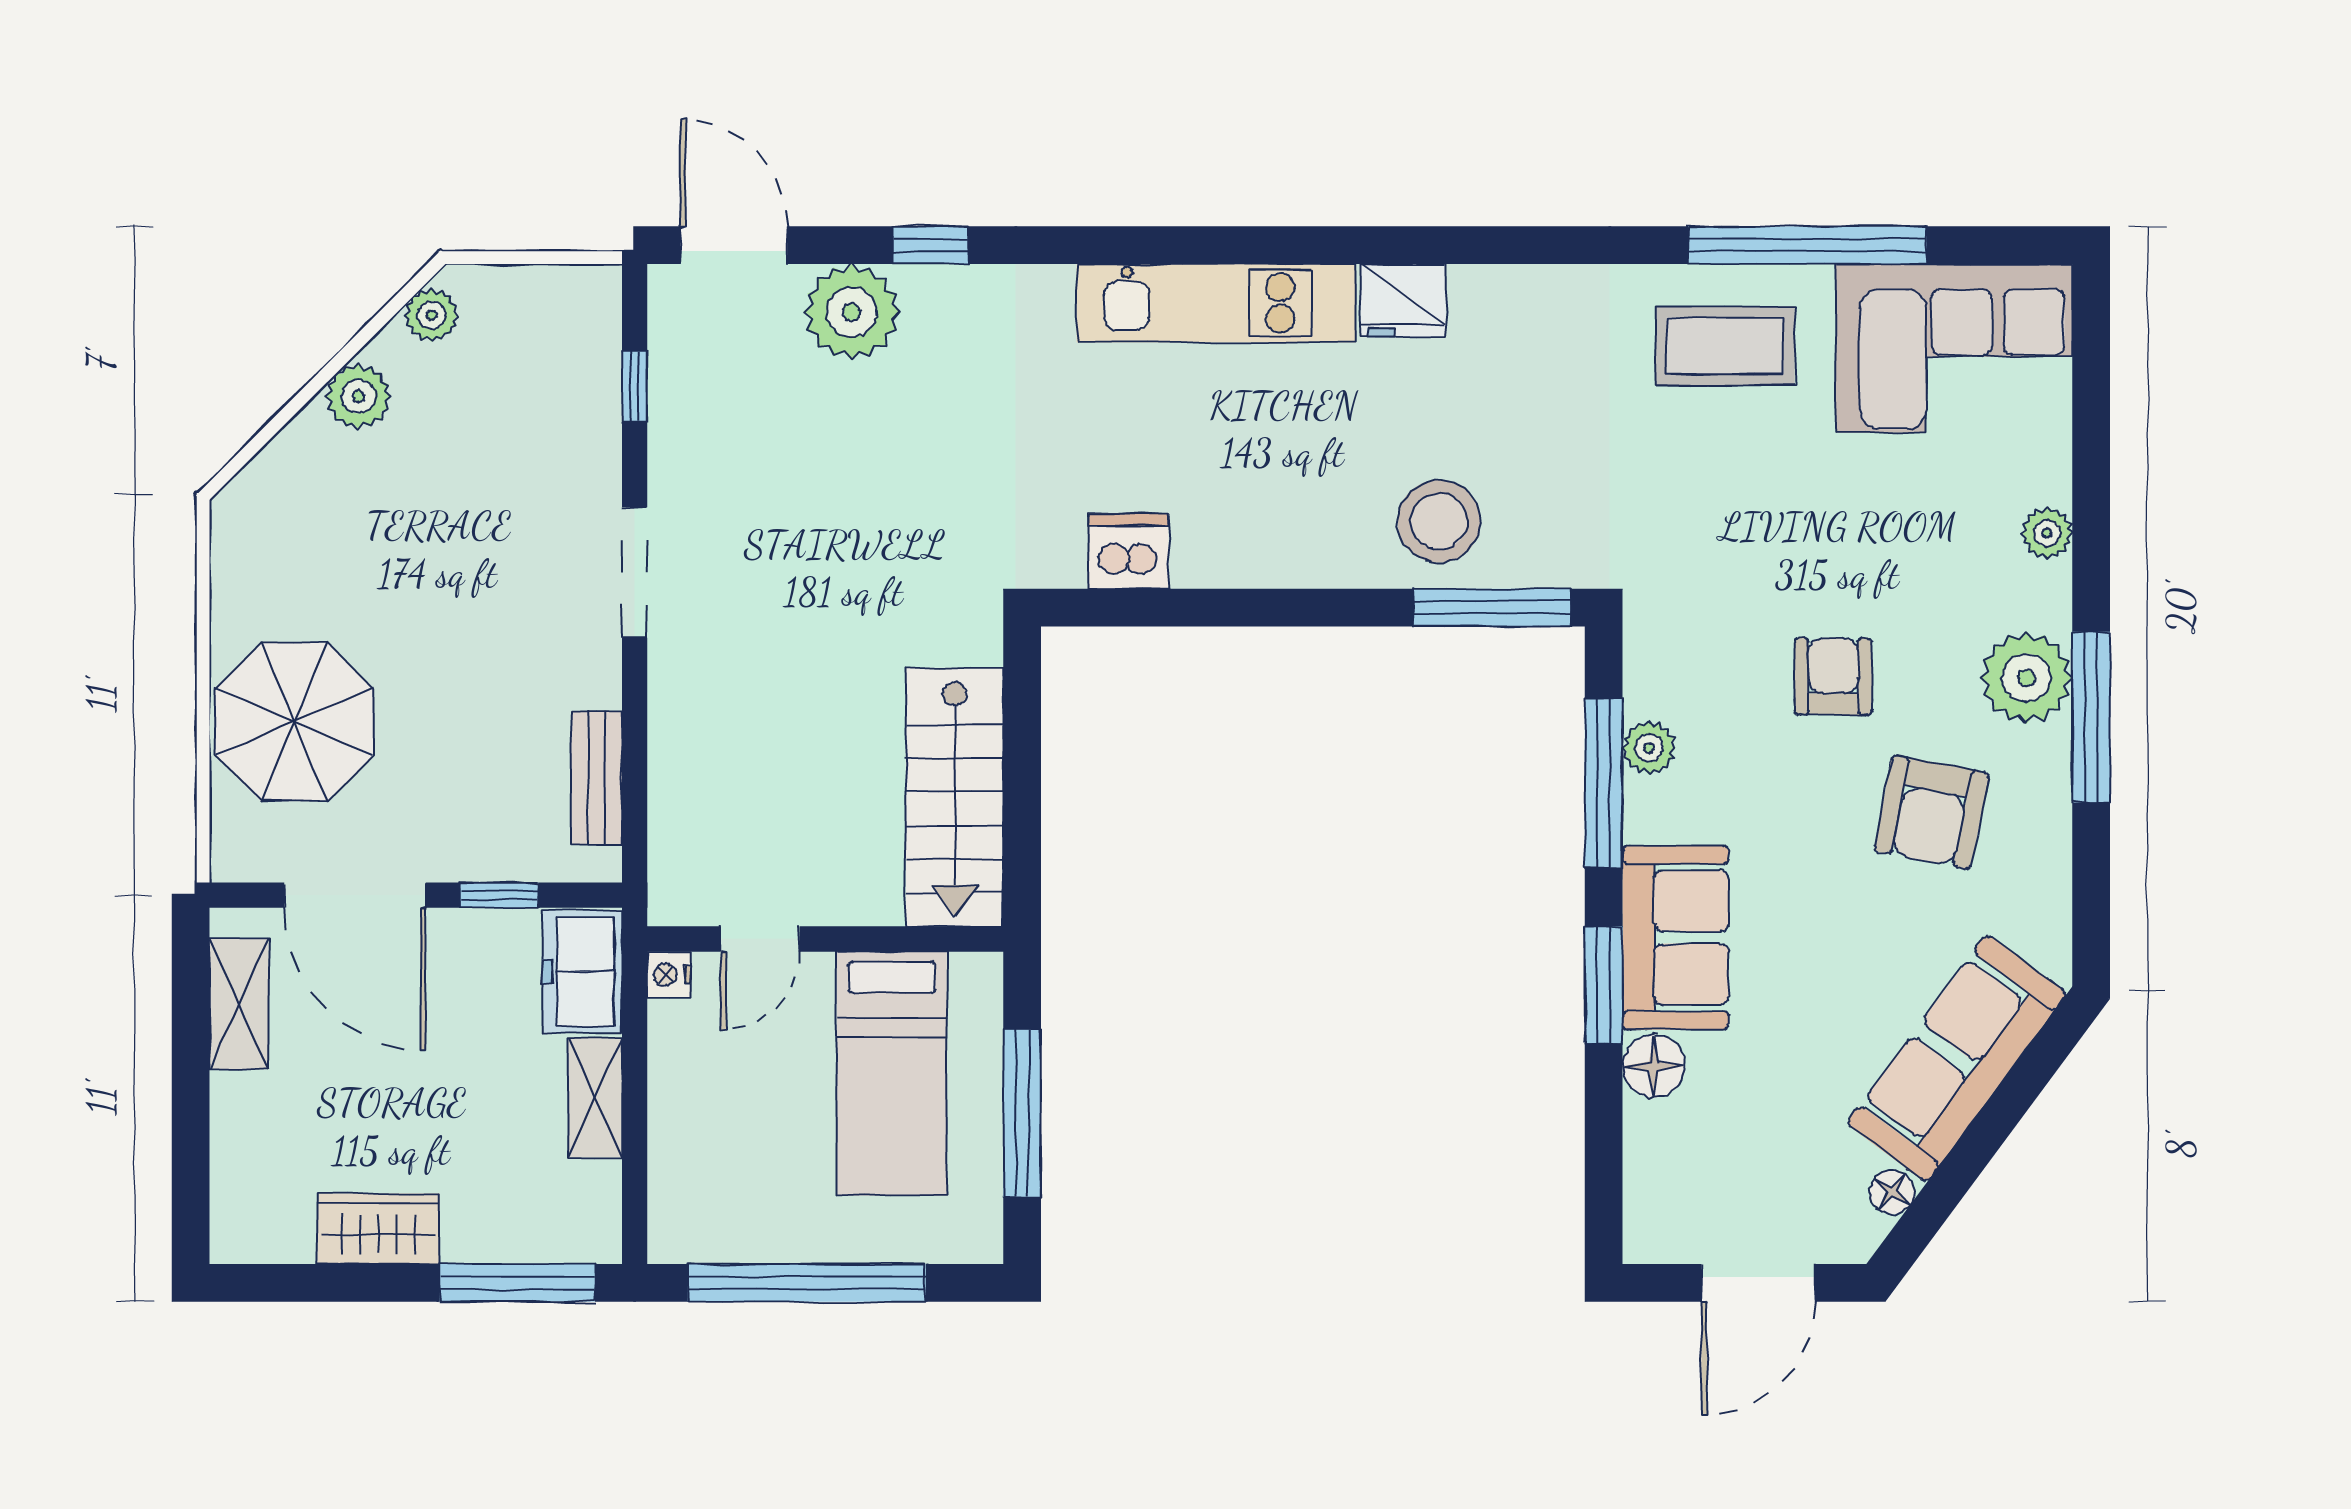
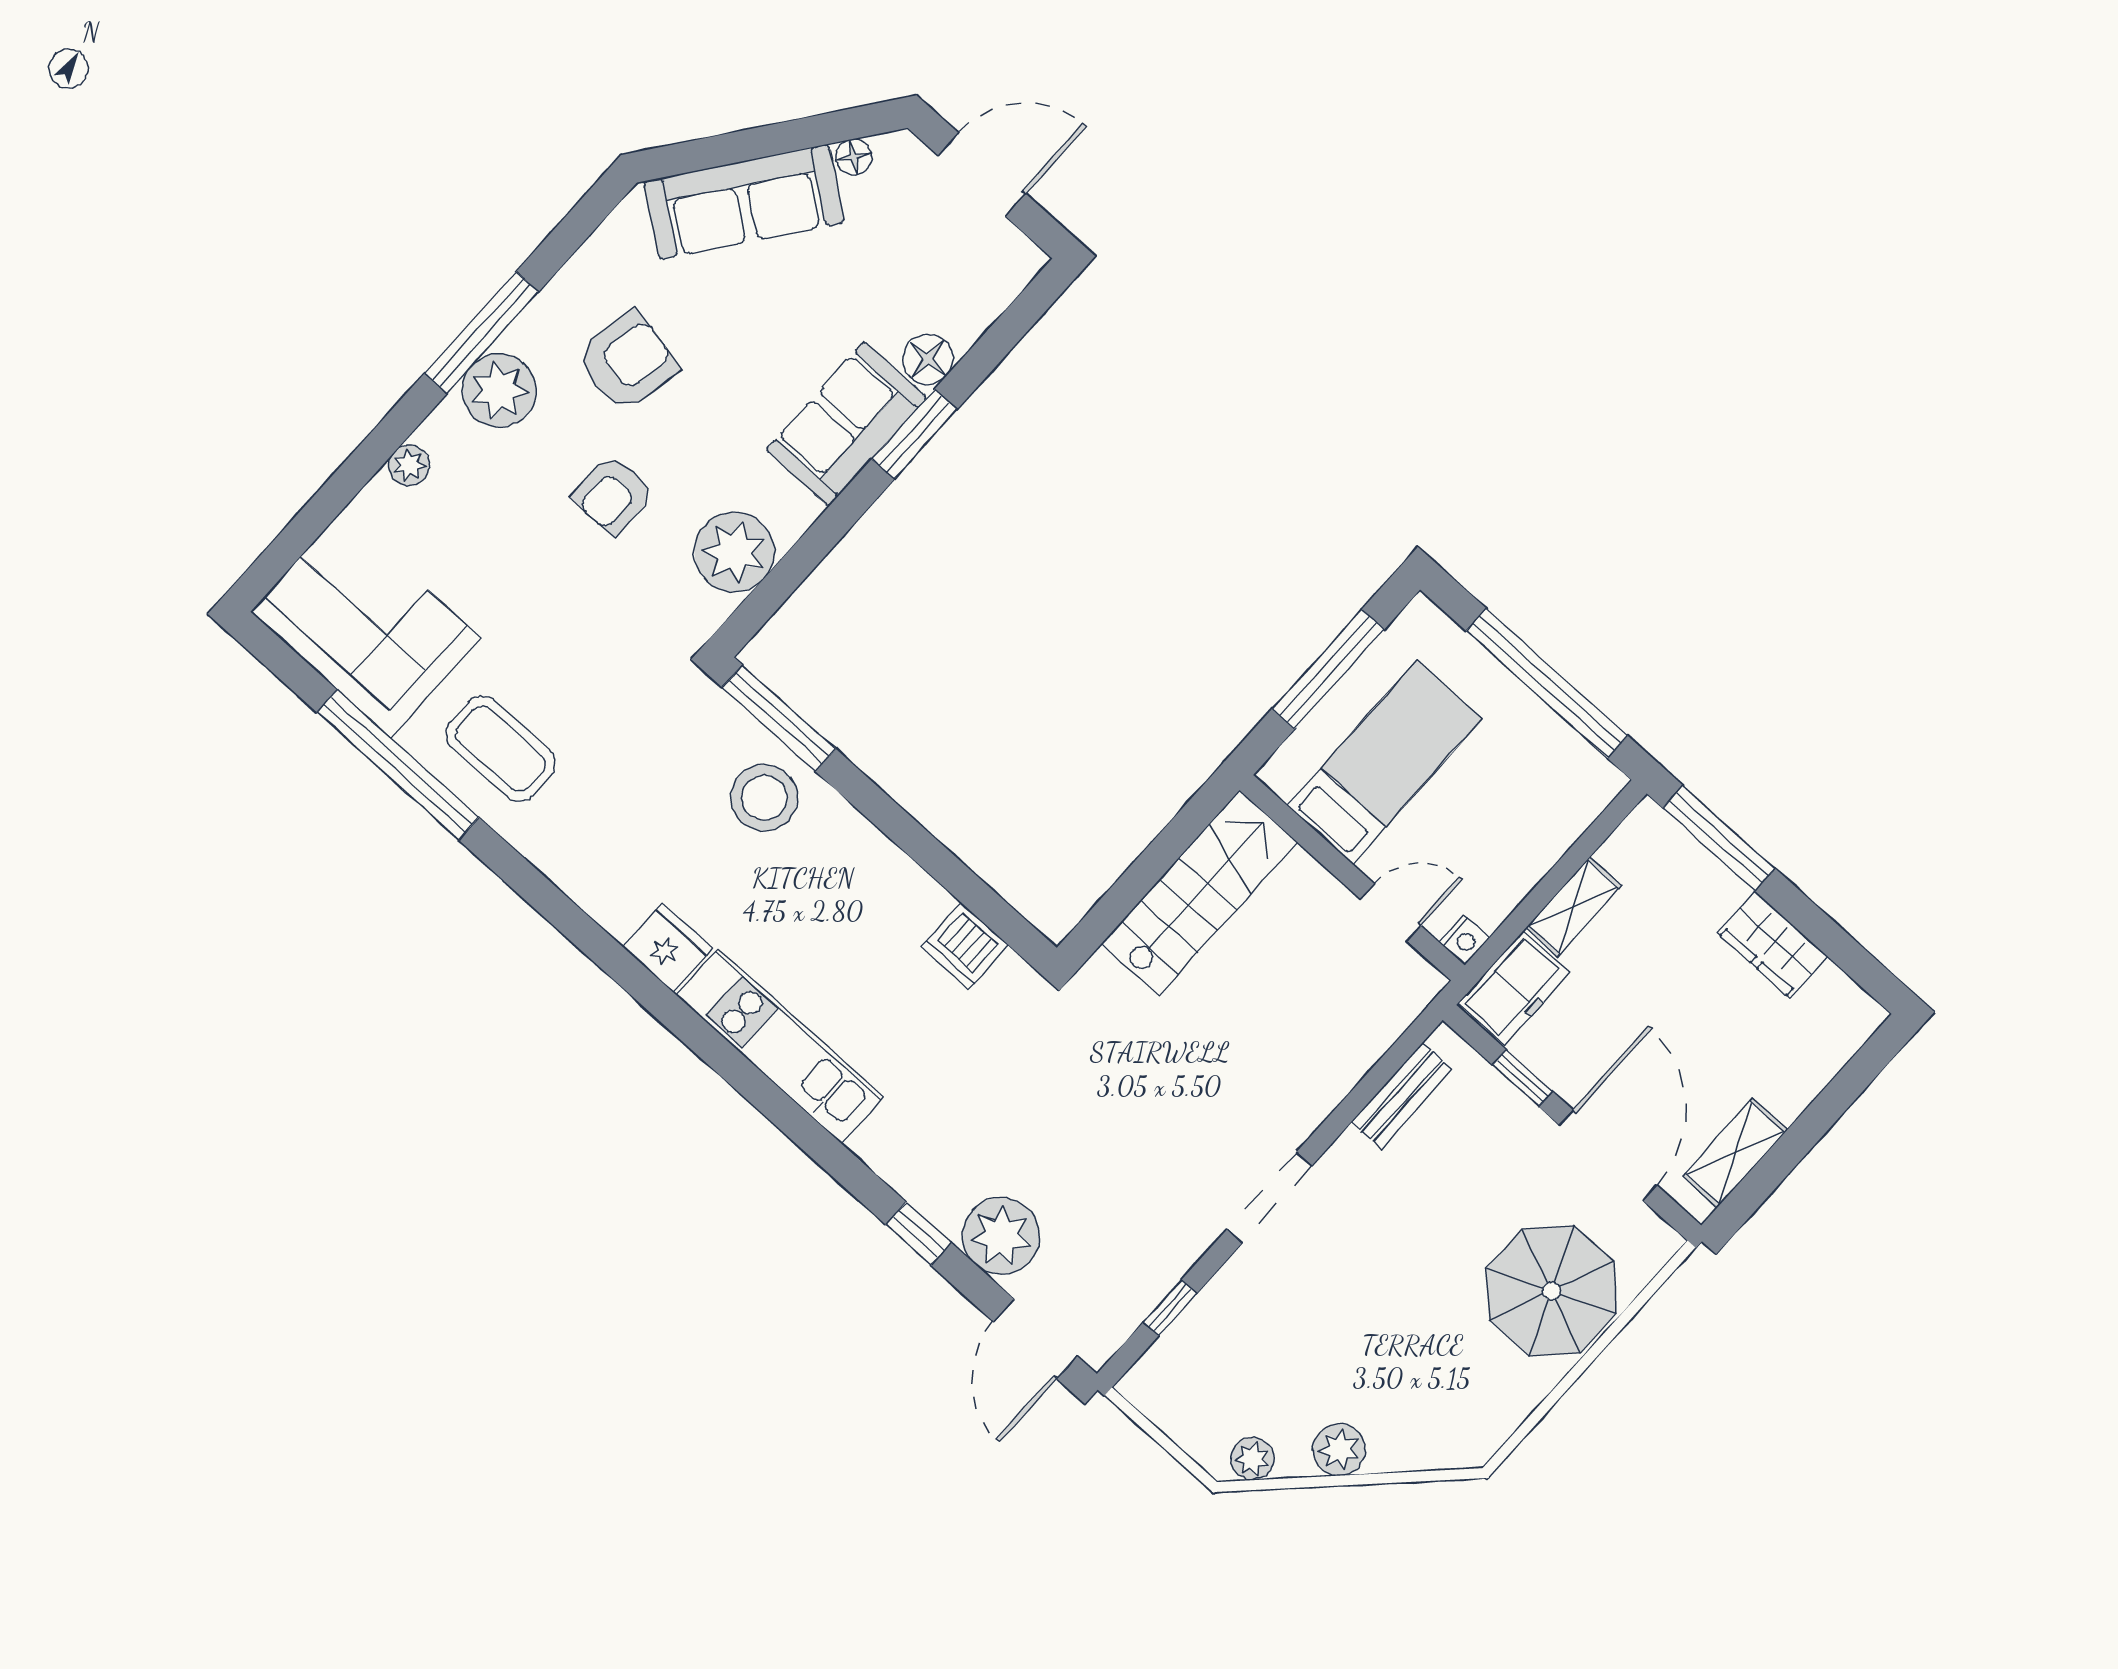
plant: (1649, 748) -> (734, 552), width x1.87, depth x1.87
window: (1604, 783) -> (807, 554), removed

